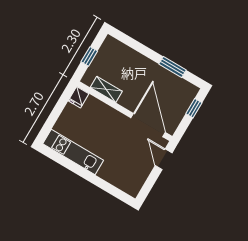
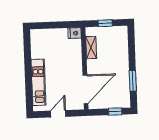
kitchen unit: (73, 152) -> (38, 82), moved
door: (164, 159) -> (58, 114), moved

